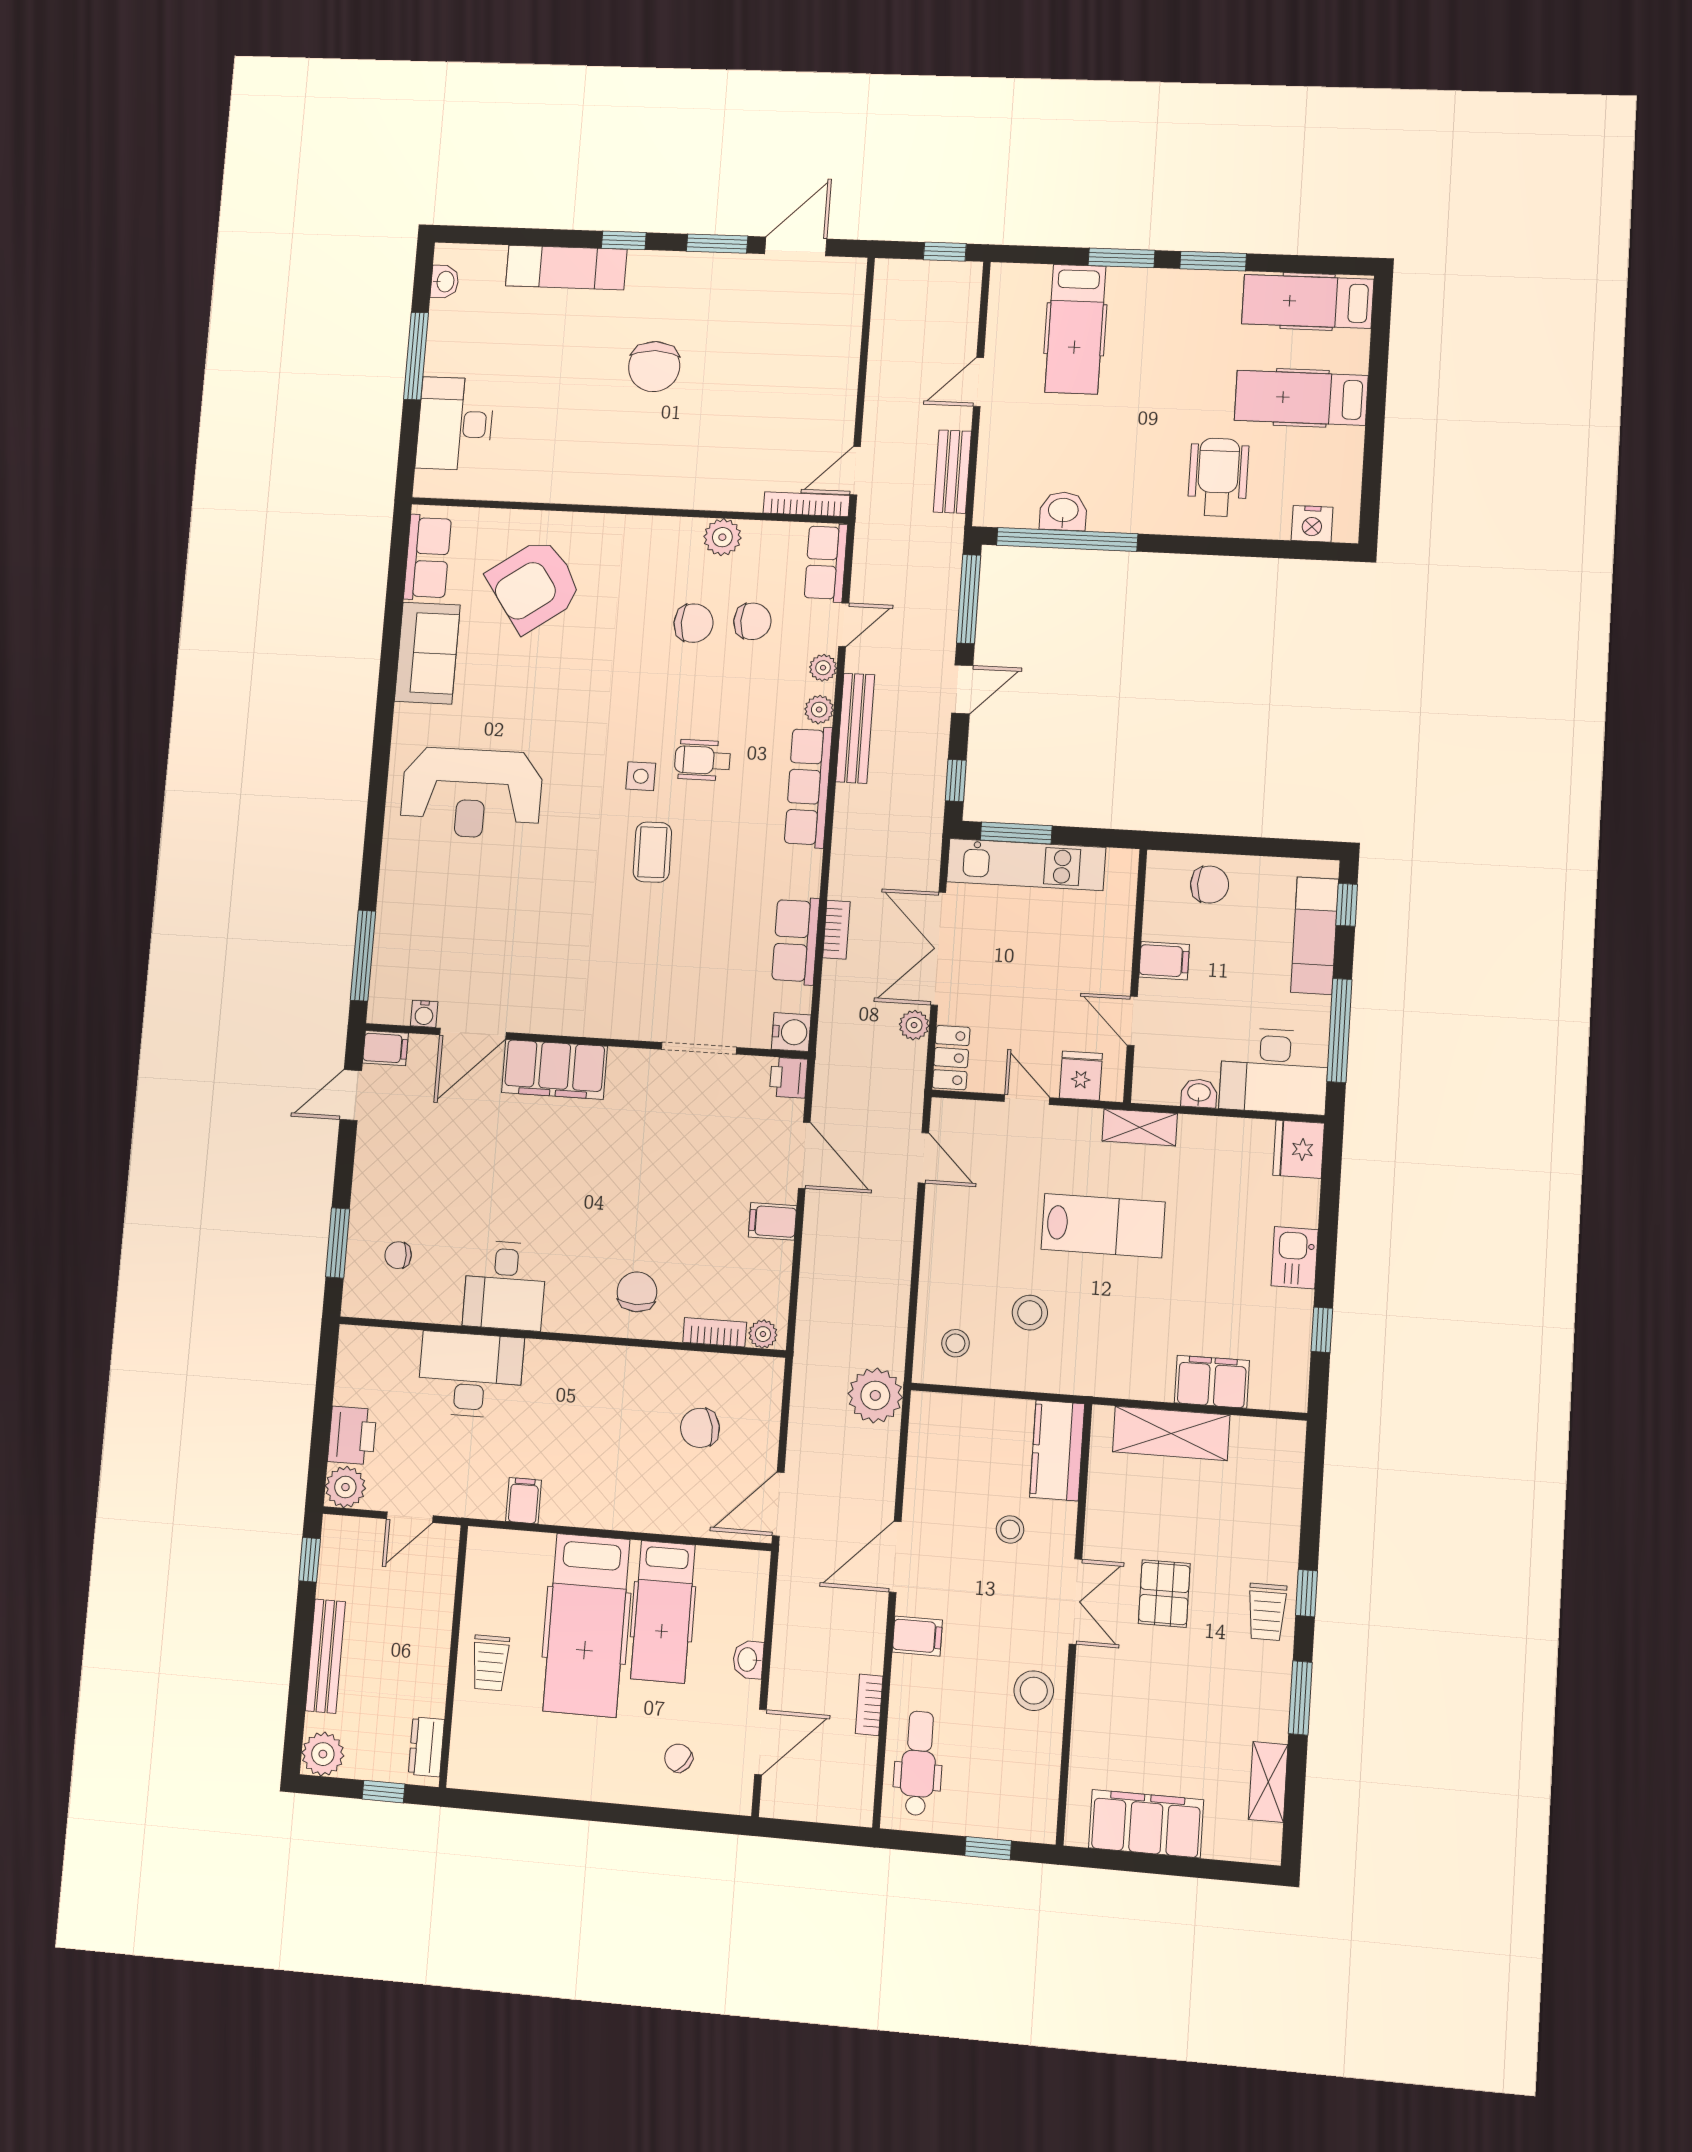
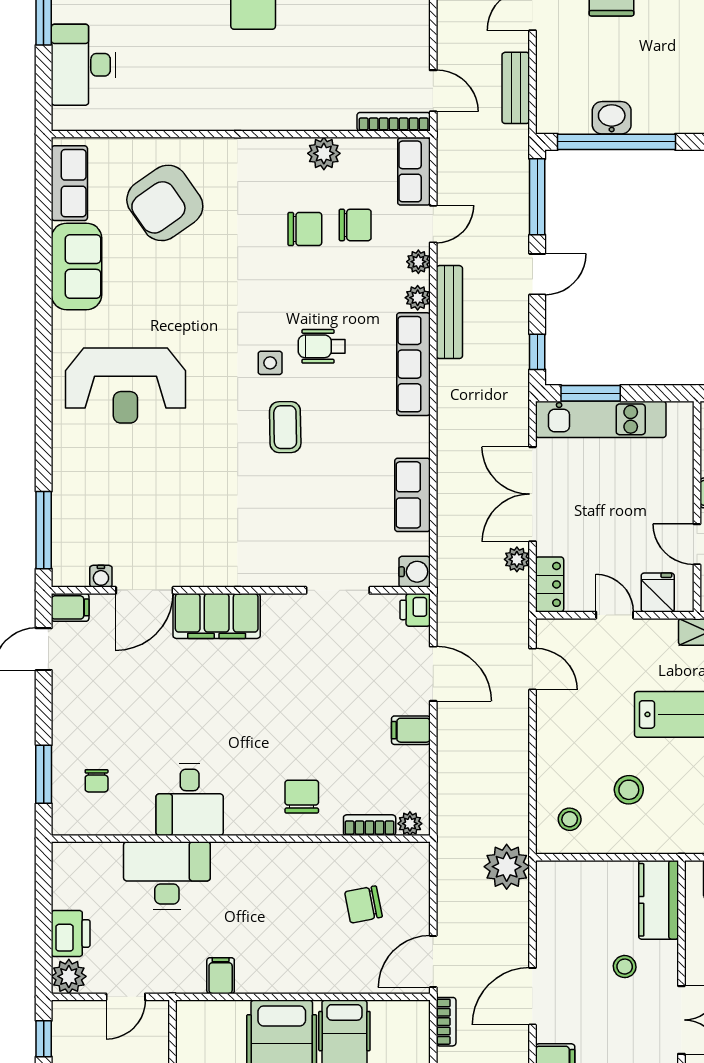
door: (855, 471) -> (433, 91), swing flipped
bookcase: (836, 930) -> (446, 1022), moved
chair: (398, 1255) -> (97, 781), turned -88

